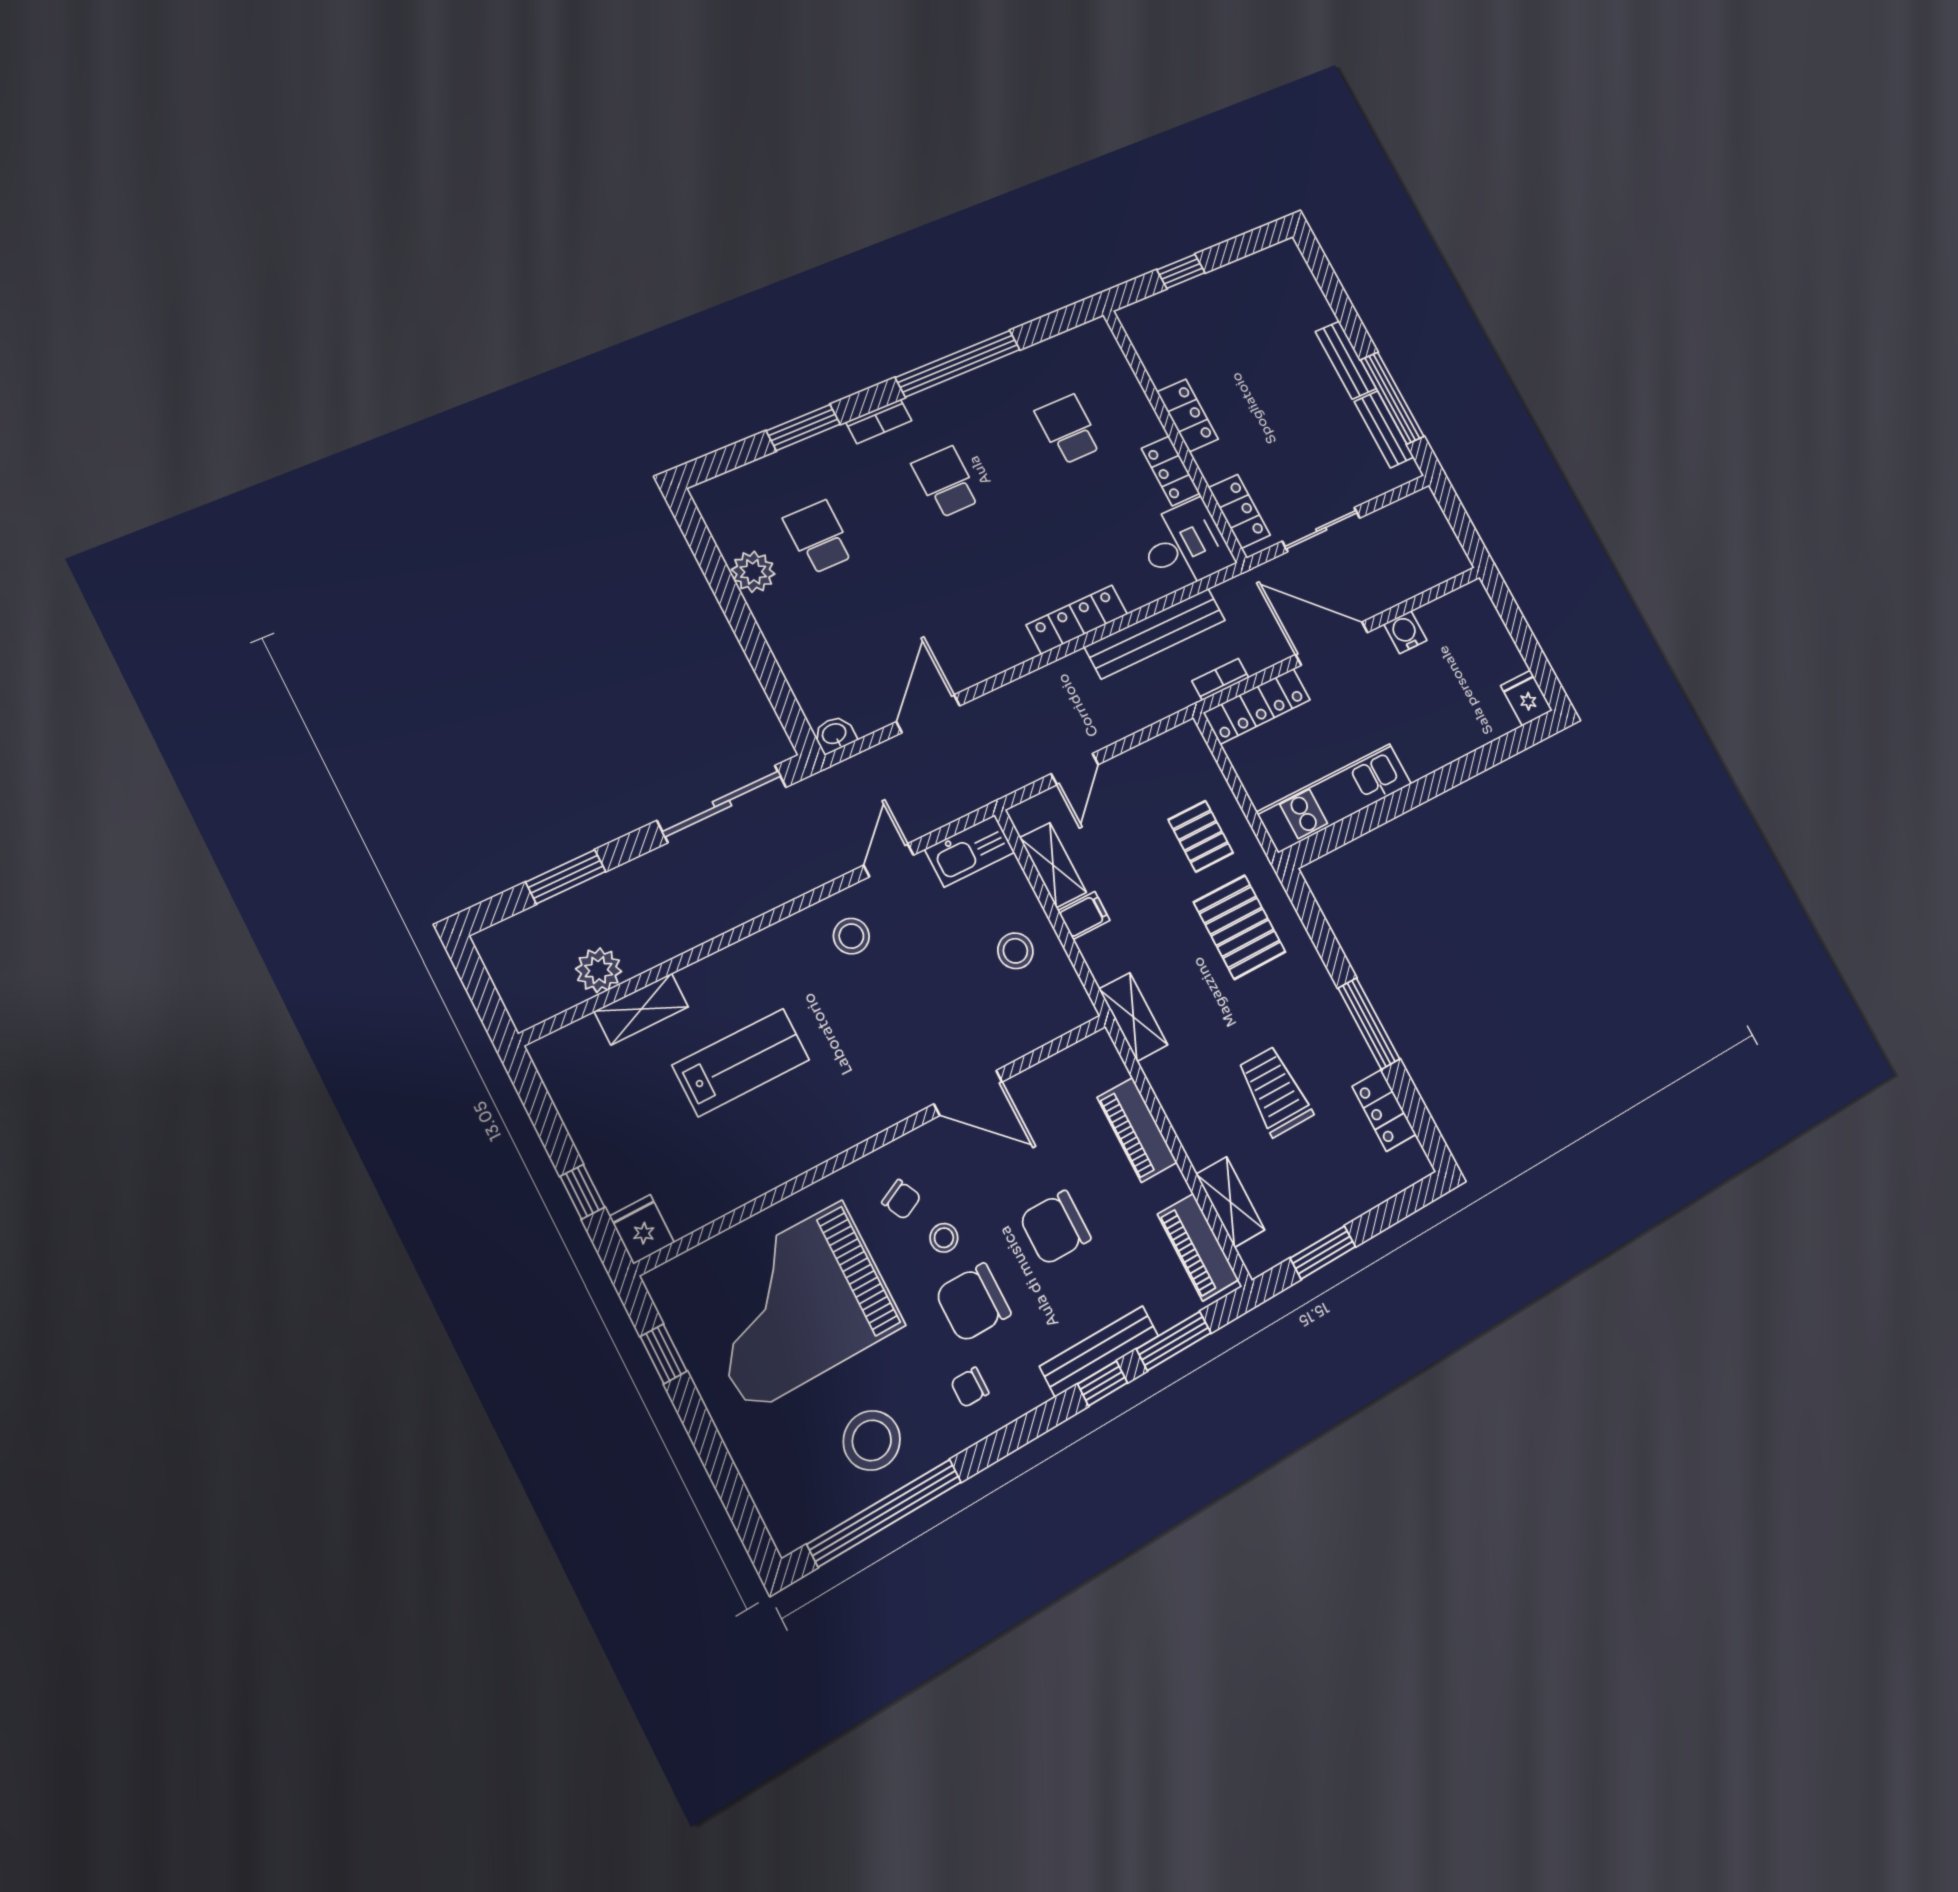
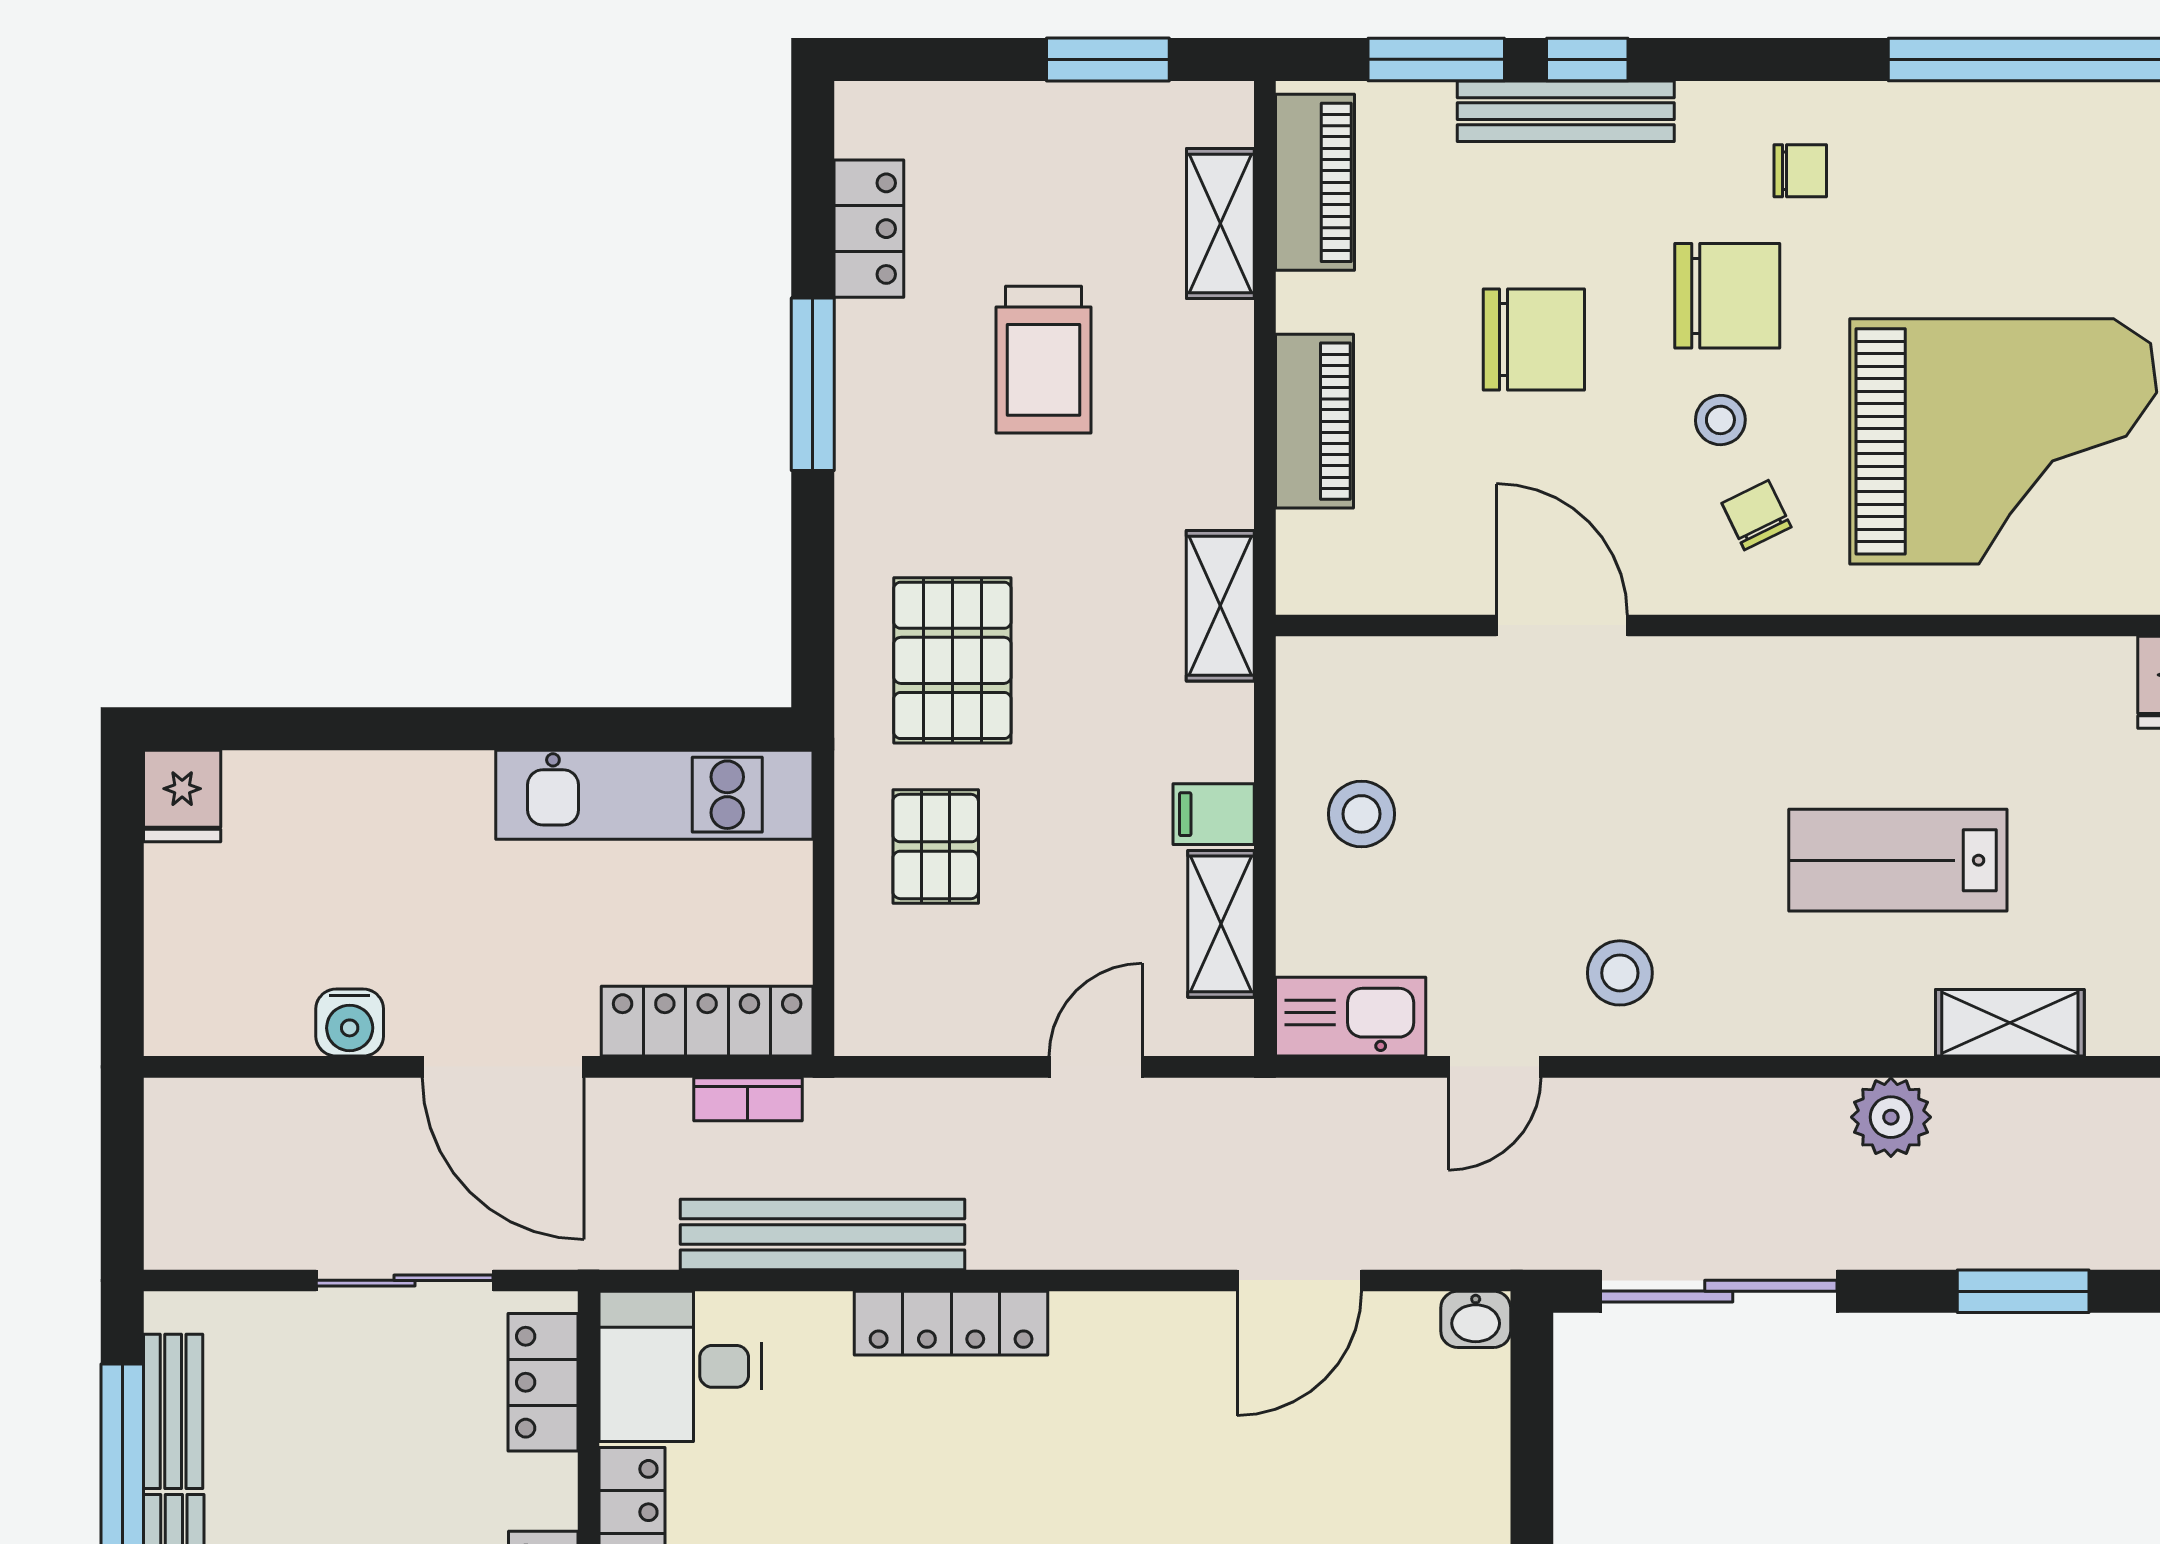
plant: (599, 970) -> (1891, 1117), moved
stool: (872, 1440) -> (1992, 177), removed

